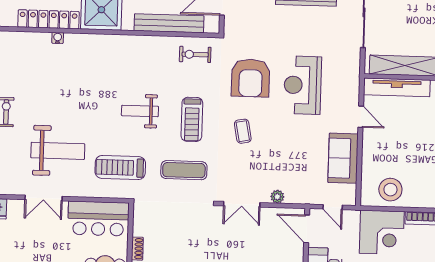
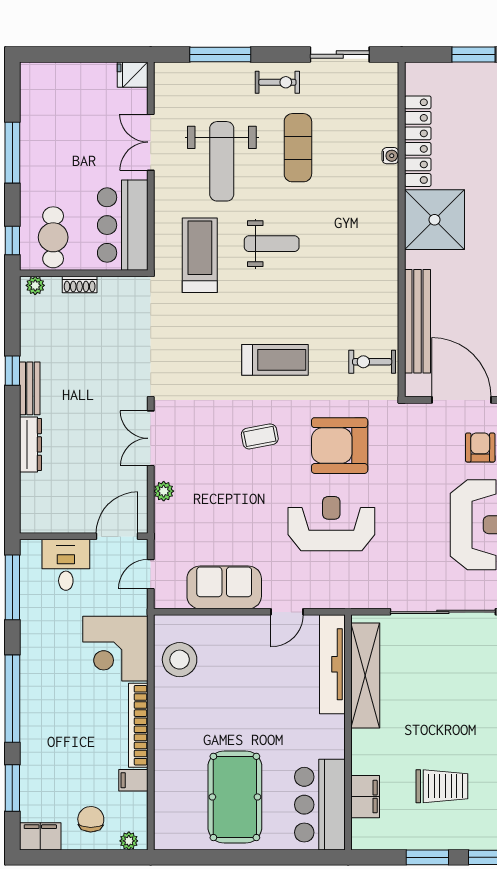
exercise bike: (195, 54) -> (372, 362), turned -90
weight bench: (140, 111) -> (272, 244), moved, turned 90
treadmill: (192, 119) -> (275, 360), turned 180
exercise mat: (184, 170) -> (298, 148), moved

